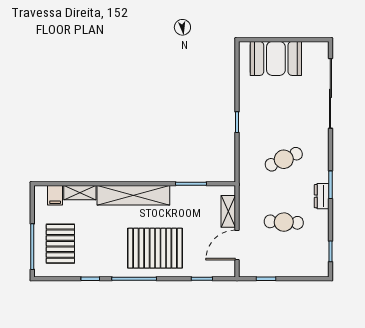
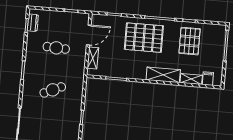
shelving: (133, 195) -> (163, 75), width x0.68
dresser: (322, 196) -> (33, 23), moved
pallet: (60, 244) -> (190, 41), moved

